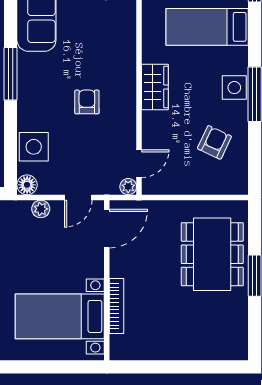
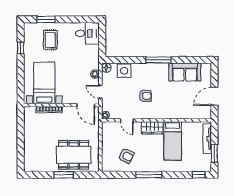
bed: (207, 27) -> (173, 141), moved, turned 180
side table: (234, 88) -> (152, 165), removed
door: (139, 164) -> (127, 120), moved

